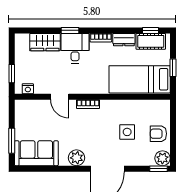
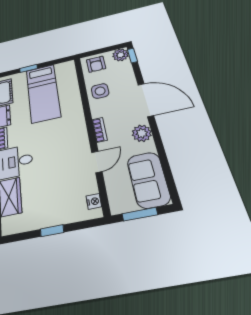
nightstand: (28, 89) -> (94, 201), moved
door: (60, 97) -> (97, 162), moved
wall: (92, 97) -> (90, 127), moved
bookcase: (88, 104) -> (100, 130), moved

